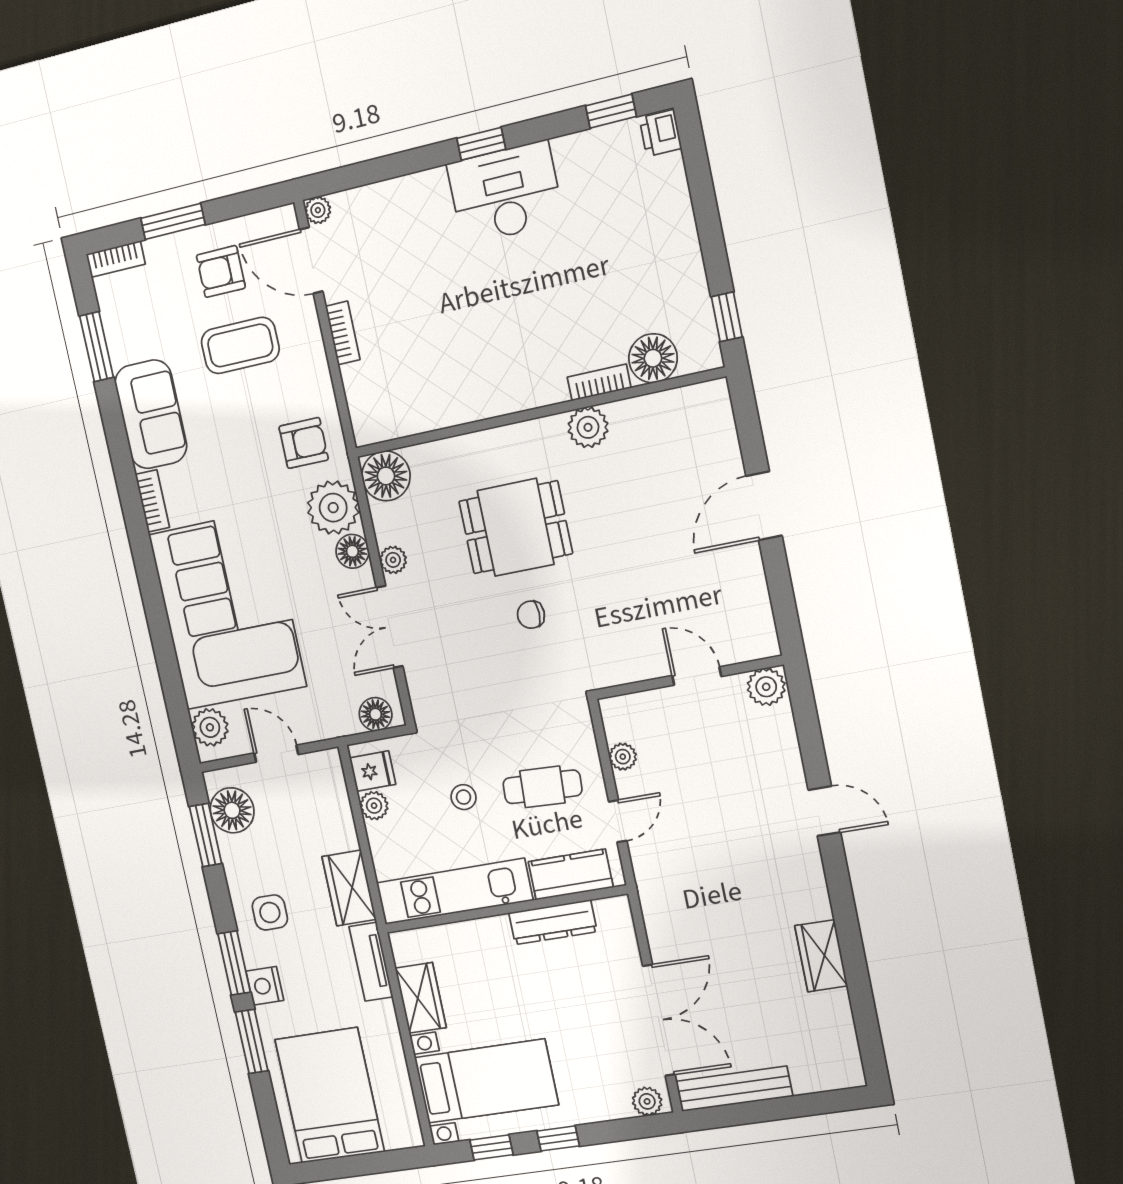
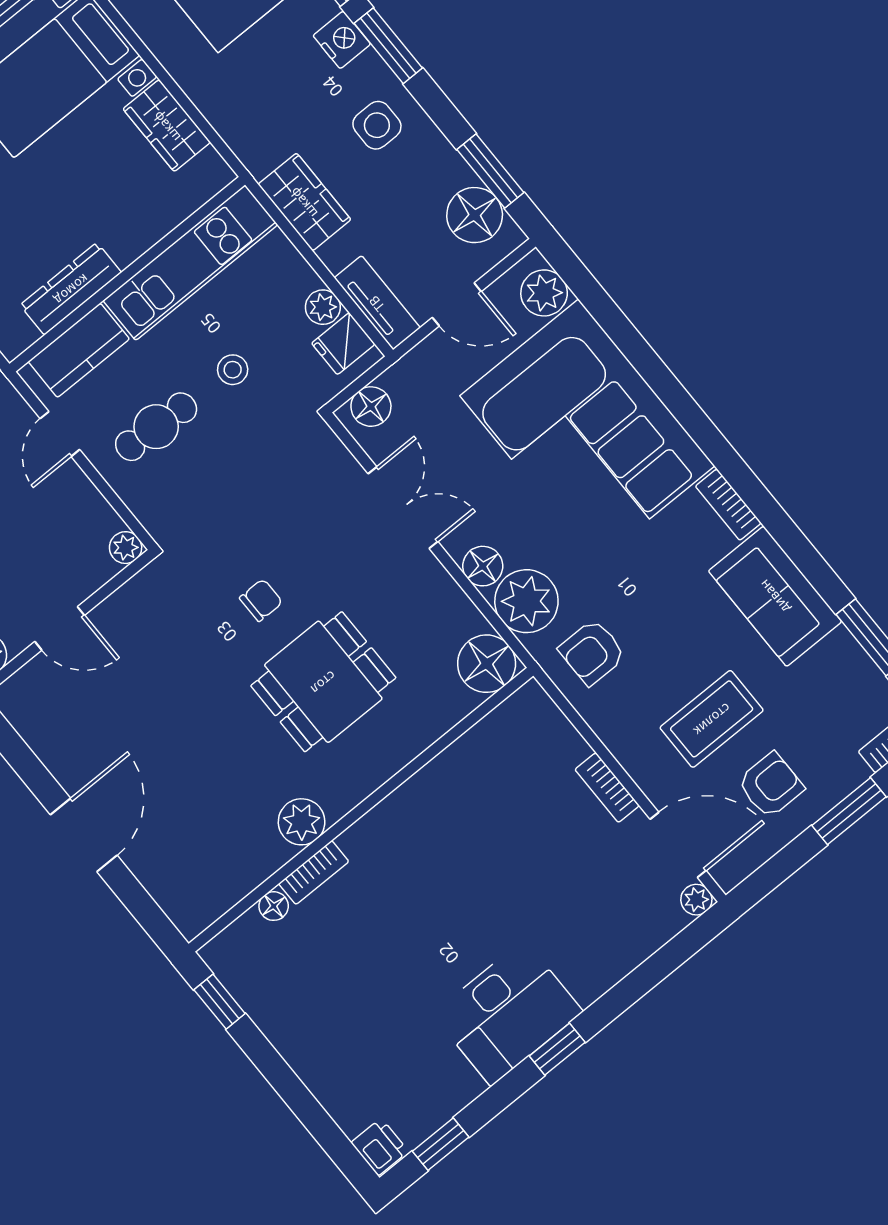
floor lamp: (653, 358) -> (274, 906), width x0.53, depth x0.53
plant: (393, 560) -> (435, 580), removed
plant: (623, 757) -> (126, 548), moved
tv unit: (371, 962) -> (377, 303), moved

